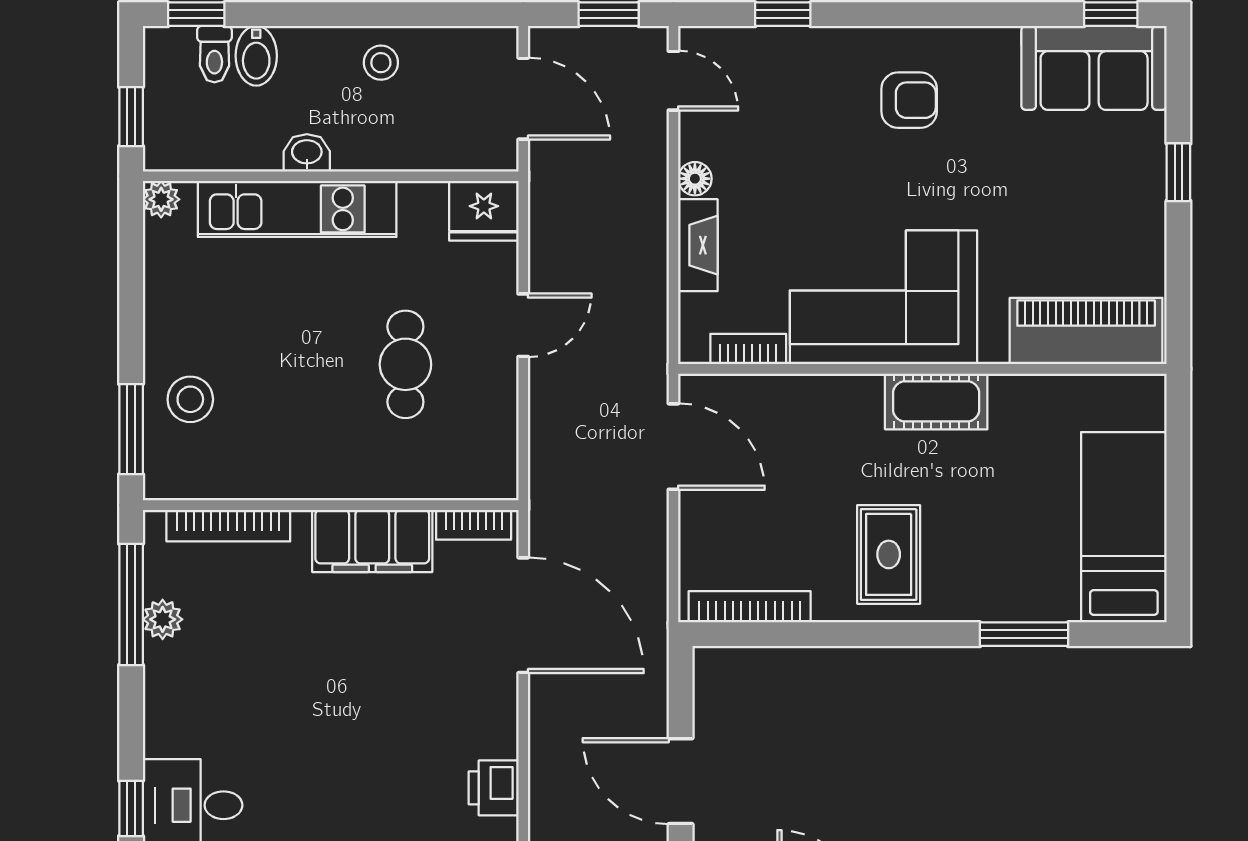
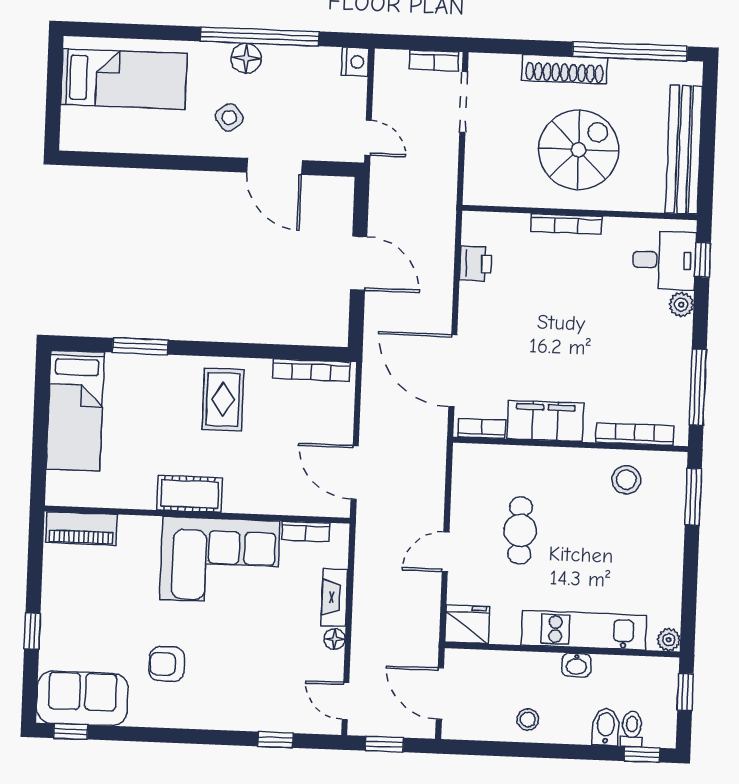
armchair: (909, 100) -> (167, 664), moved
piano: (1086, 331) -> (81, 529), width x0.73, depth x0.75
stool: (190, 399) -> (626, 480), moved
plant: (163, 619) -> (681, 305), moved

